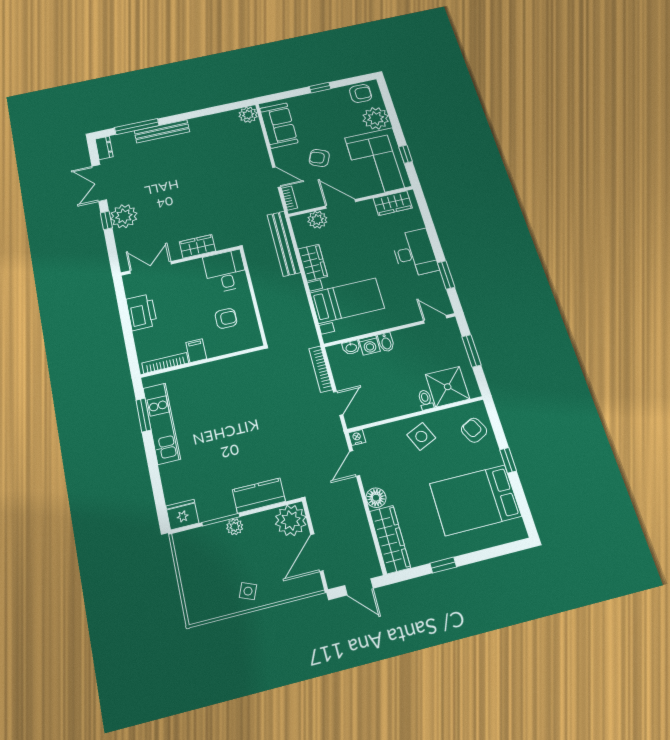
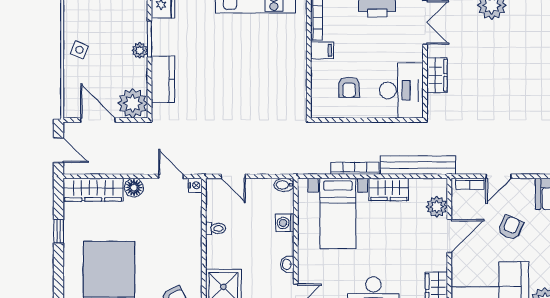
desk: (225, 271) -> (401, 90), width x1.37
bidet: (386, 342) -> (284, 185), moved
washbasin: (351, 347) -> (287, 264), moved
bookcase: (321, 369) -> (355, 168), moved
toilet: (426, 400) -> (216, 228), moved
side table: (421, 436) -> (181, 247), removed
door: (359, 587) -> (59, 150), swing flipped

